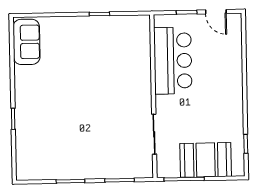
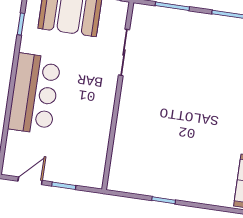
door: (216, 12) -> (30, 181), hinge flipped
bar counter: (173, 61) -> (34, 94), moved, turned 180

